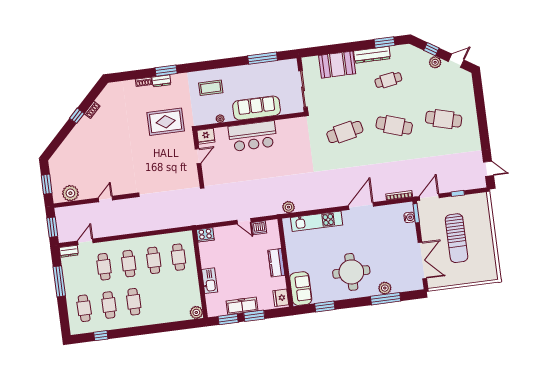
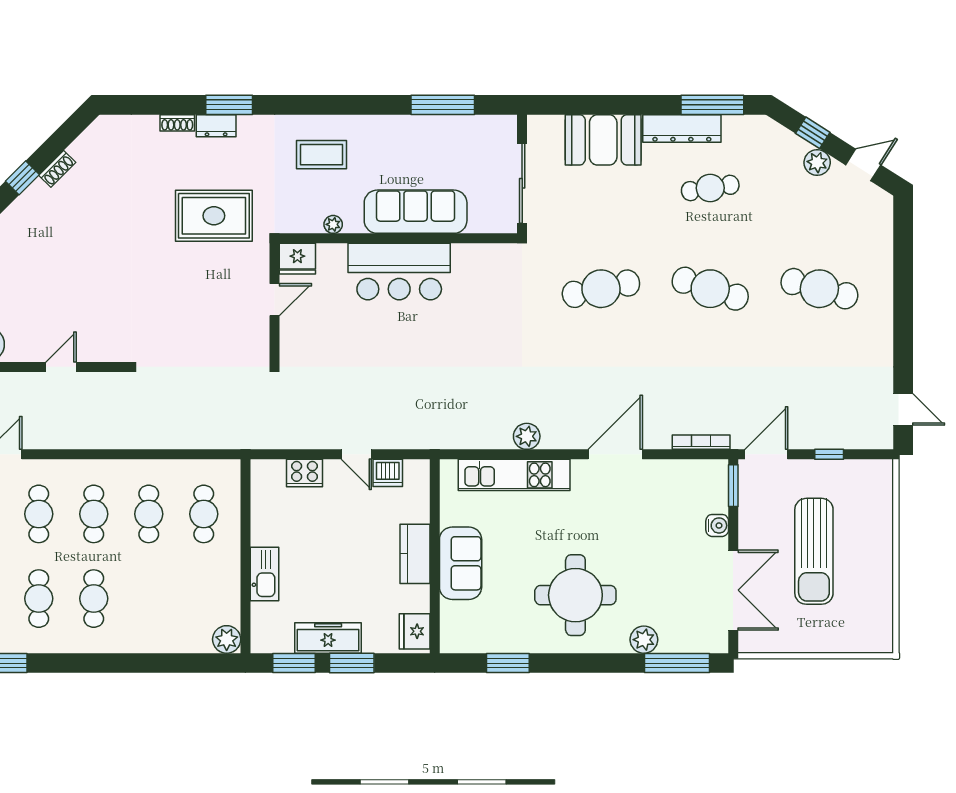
window: (384, 42) -> (712, 105), width x1.44
plant: (288, 207) -> (527, 436), moved
water cooler: (409, 217) -> (717, 525), moved
cooker: (205, 235) -> (305, 473), moved
sofa: (301, 289) -> (461, 563), moved
window: (386, 299) -> (677, 663), moved

